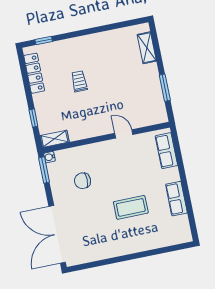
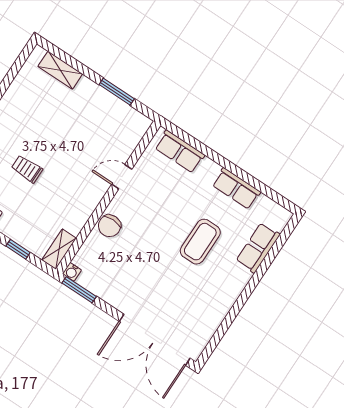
chair: (83, 181) -> (109, 226), moved
row of seats: (157, 240) -> (258, 248), added

